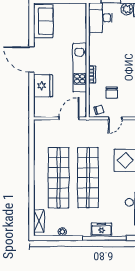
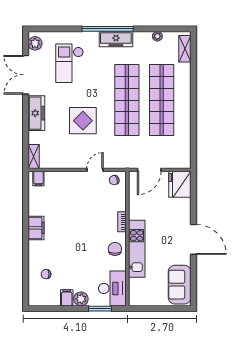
kitchen unit: (80, 68) -> (137, 249), moved
fridge: (43, 86) -> (180, 184), moved
chair: (112, 93) -> (115, 249), moved
freezer: (101, 229) -> (116, 39), width x1.40

